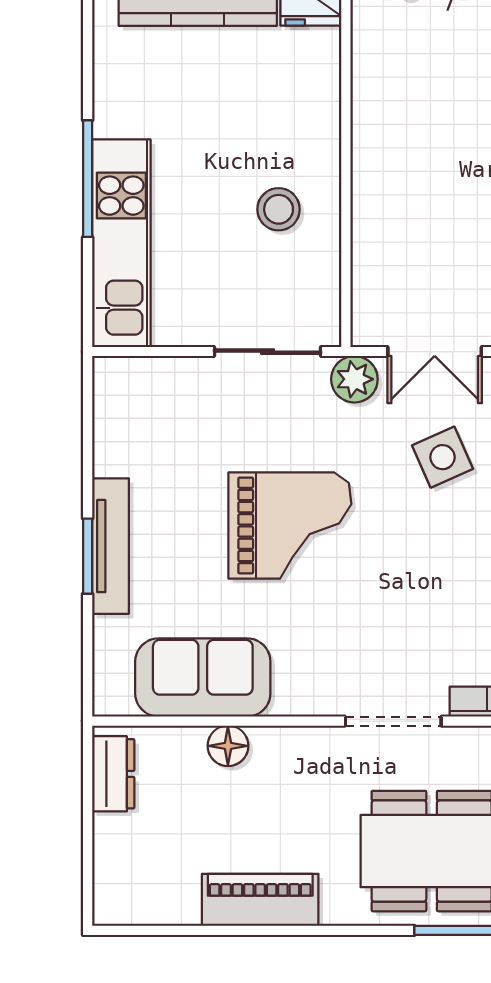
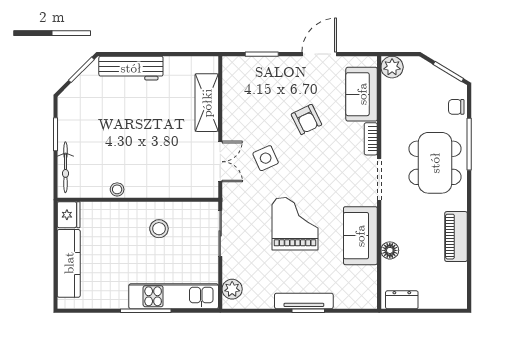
stool: (370, 112) -> (117, 189), added
plant: (354, 379) -> (232, 289), moved
sofa: (203, 677) -> (360, 236), moved

